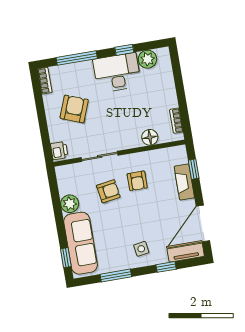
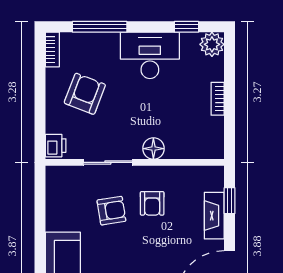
window: (124, 50) -> (186, 27), moved
plant: (148, 59) -> (212, 44), moved
bookcase: (176, 121) -> (218, 99), moved
floor lamp: (150, 137) -> (153, 149), moved
plant: (70, 204) -> (57, 218), removed

